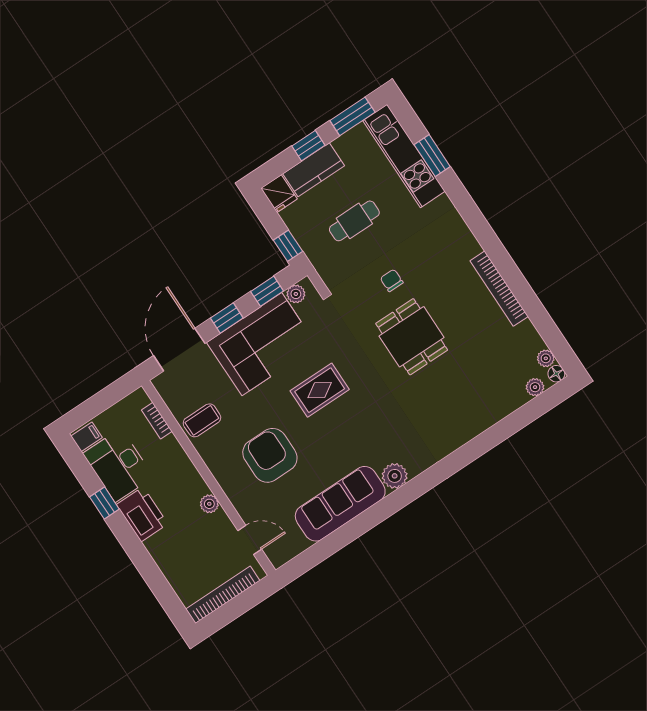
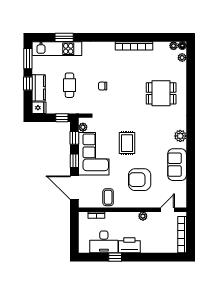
dining table: (412, 337) -> (161, 93), moved
filing cabinet: (87, 437) -> (84, 247), removed
sofa: (340, 504) -> (177, 165), width x0.73

